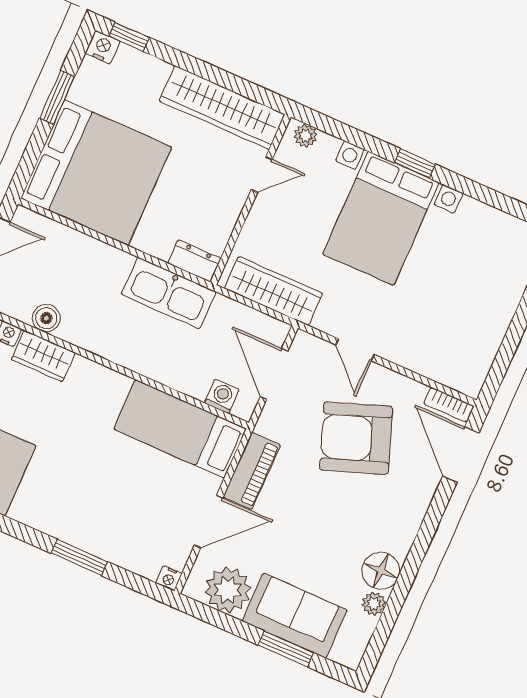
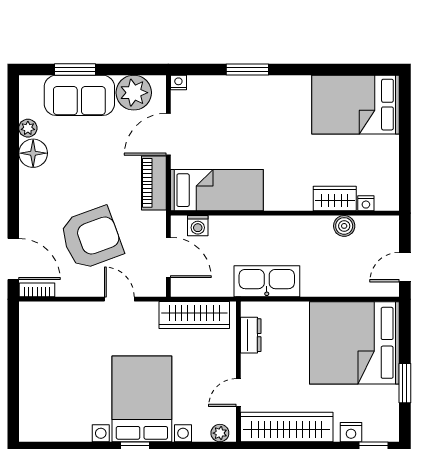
nightstand: (103, 47) -> (351, 432), moved
dresser: (194, 261) -> (251, 335), moved, turned -90

